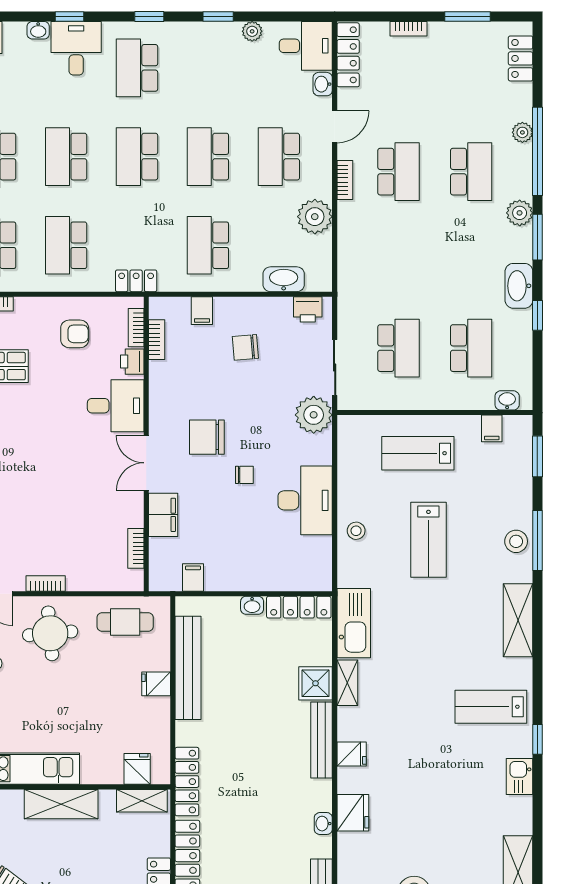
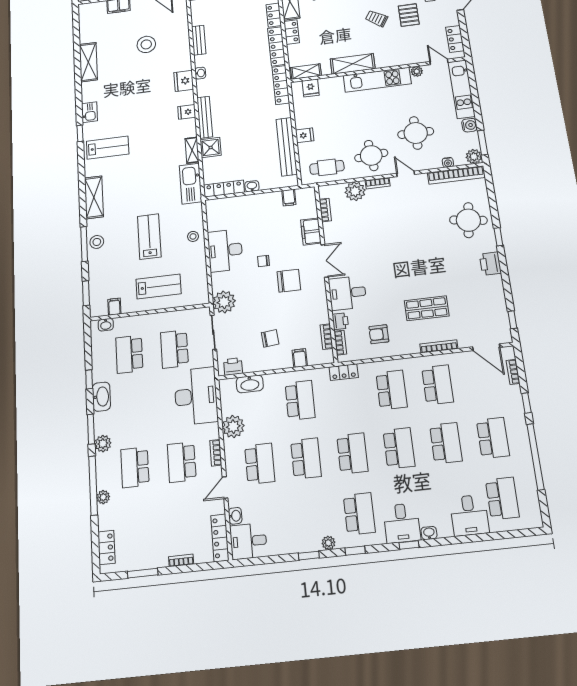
plant: (252, 31) -> (328, 543), moved
desk: (369, 270) -> (196, 396), added
plant: (84, 574) -> (355, 191), added

